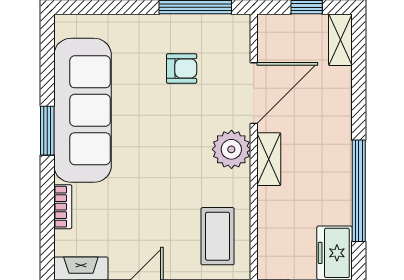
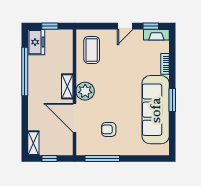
door: (254, 93) -> (74, 118), hinge flipped

